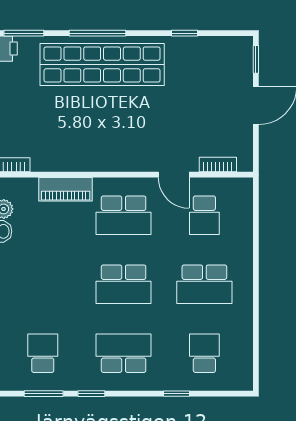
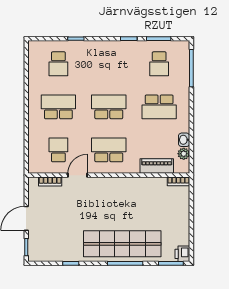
door: (174, 175) -> (78, 175), hinge flipped
piano: (66, 189) -> (157, 166), moved
school desk: (124, 353) -> (159, 107), moved

